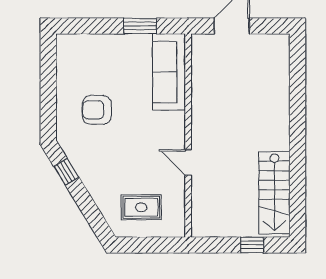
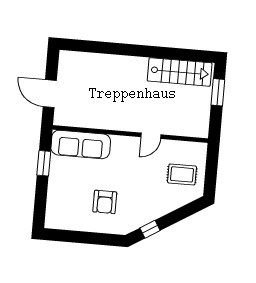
rug: (141, 207) -> (182, 174), turned 90
window: (252, 245) -> (218, 92), width x1.50

